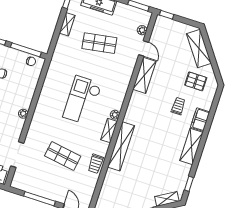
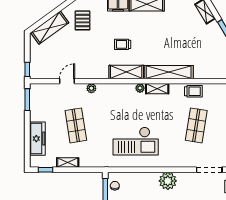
plant: (142, 30) -> (91, 88), moved
shelving: (144, 75) -> (126, 72), moved
checkout: (82, 100) -> (136, 141), moved
trolley: (178, 106) -> (123, 44), moved
plant: (23, 114) -> (168, 181), width x1.87, depth x1.87

